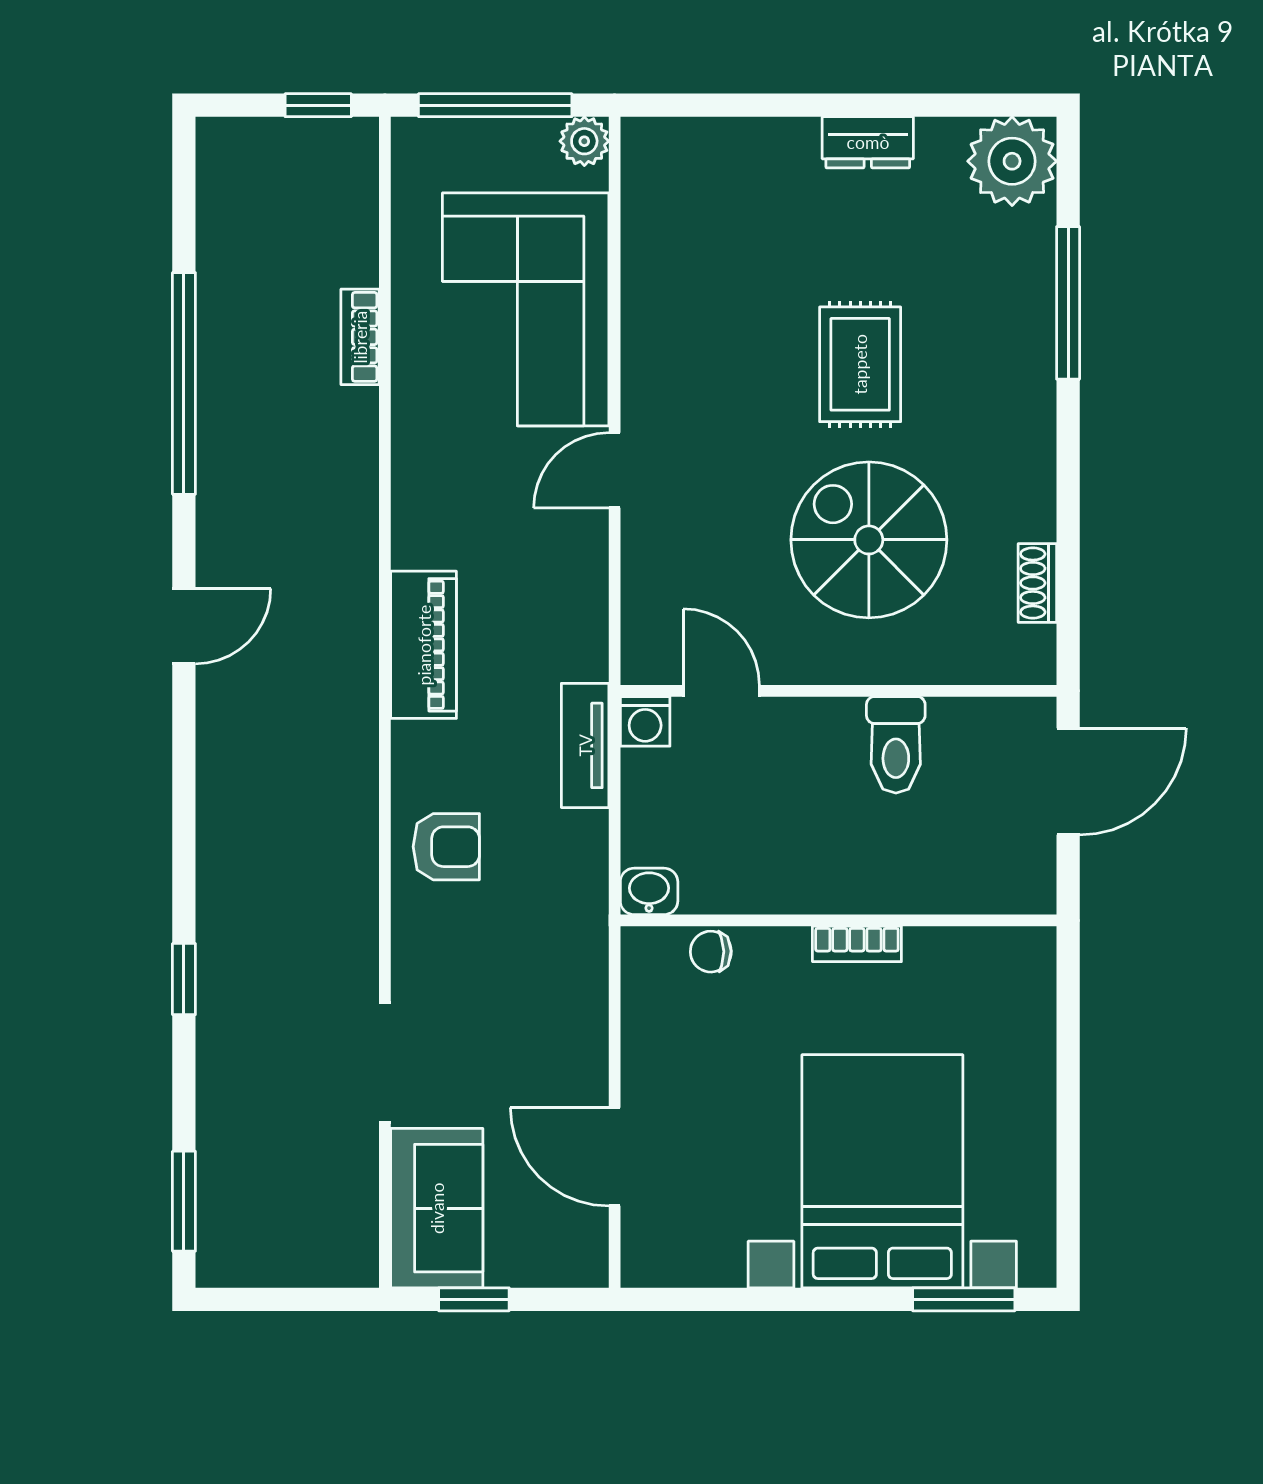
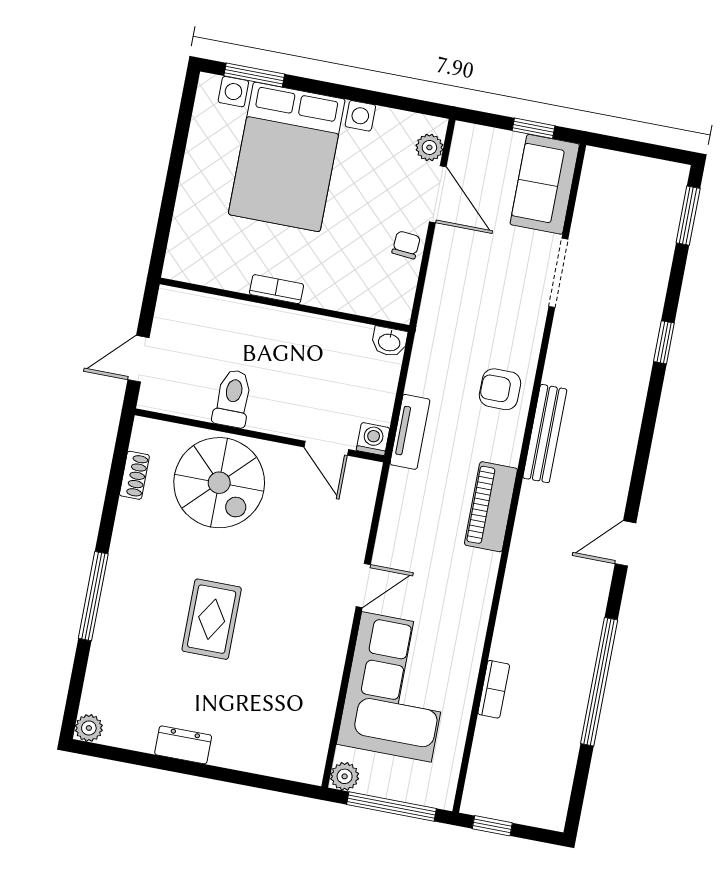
plant: (1012, 161) -> (89, 728), width x0.53, depth x0.53
window: (1068, 303) -> (93, 596), moved
spiral stairs: (869, 540) -> (219, 483), moved
door: (1068, 782) -> (139, 359), width x0.73
bench: (356, 786) -> (545, 434), added
chair: (711, 952) -> (406, 245), moved, turned -84
plant: (644, 1233) -> (429, 147), added

